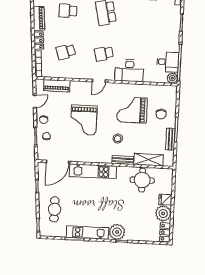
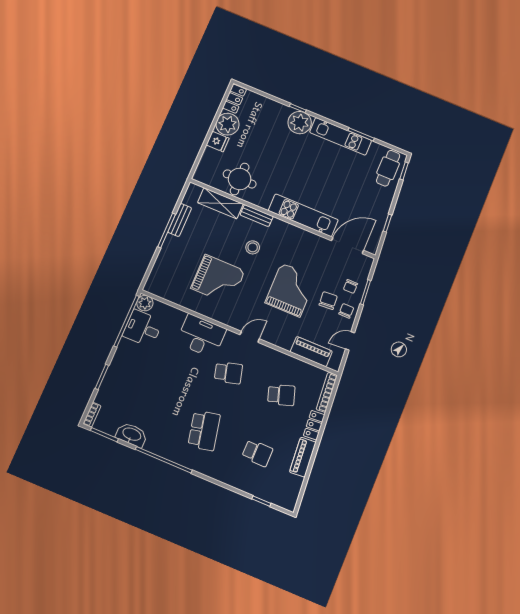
chair: (161, 114) -> (328, 301), moved
cafe table: (54, 209) -> (388, 168), moved

